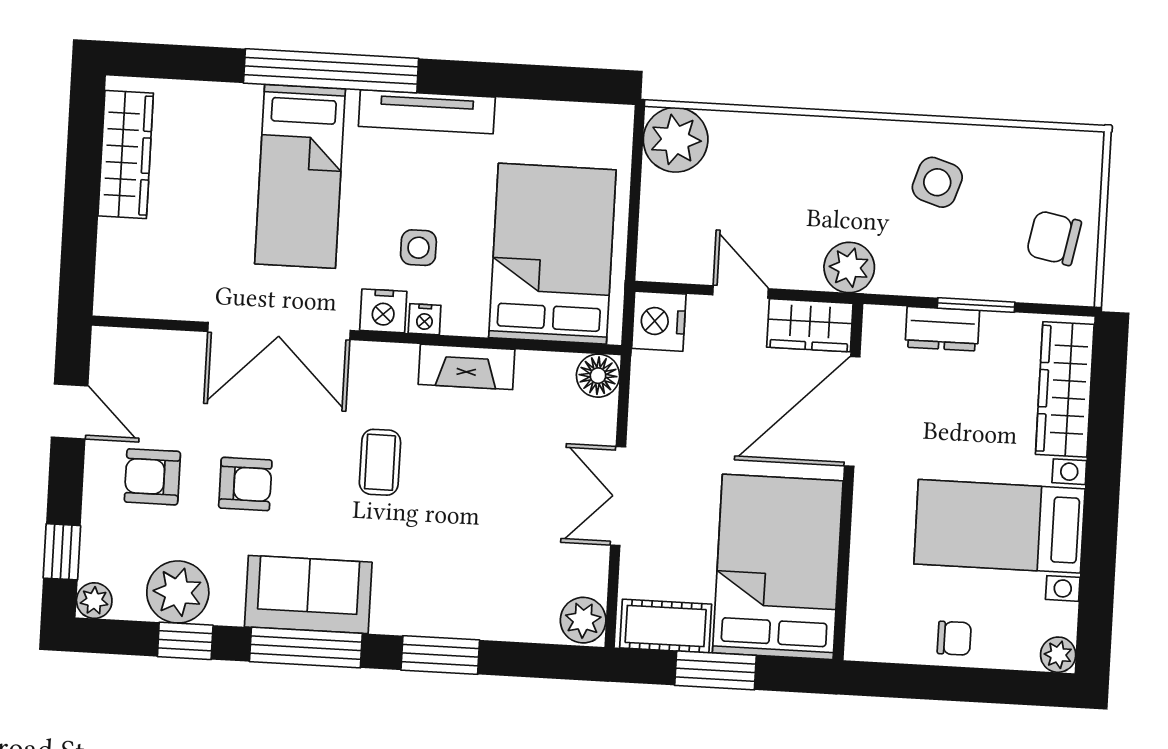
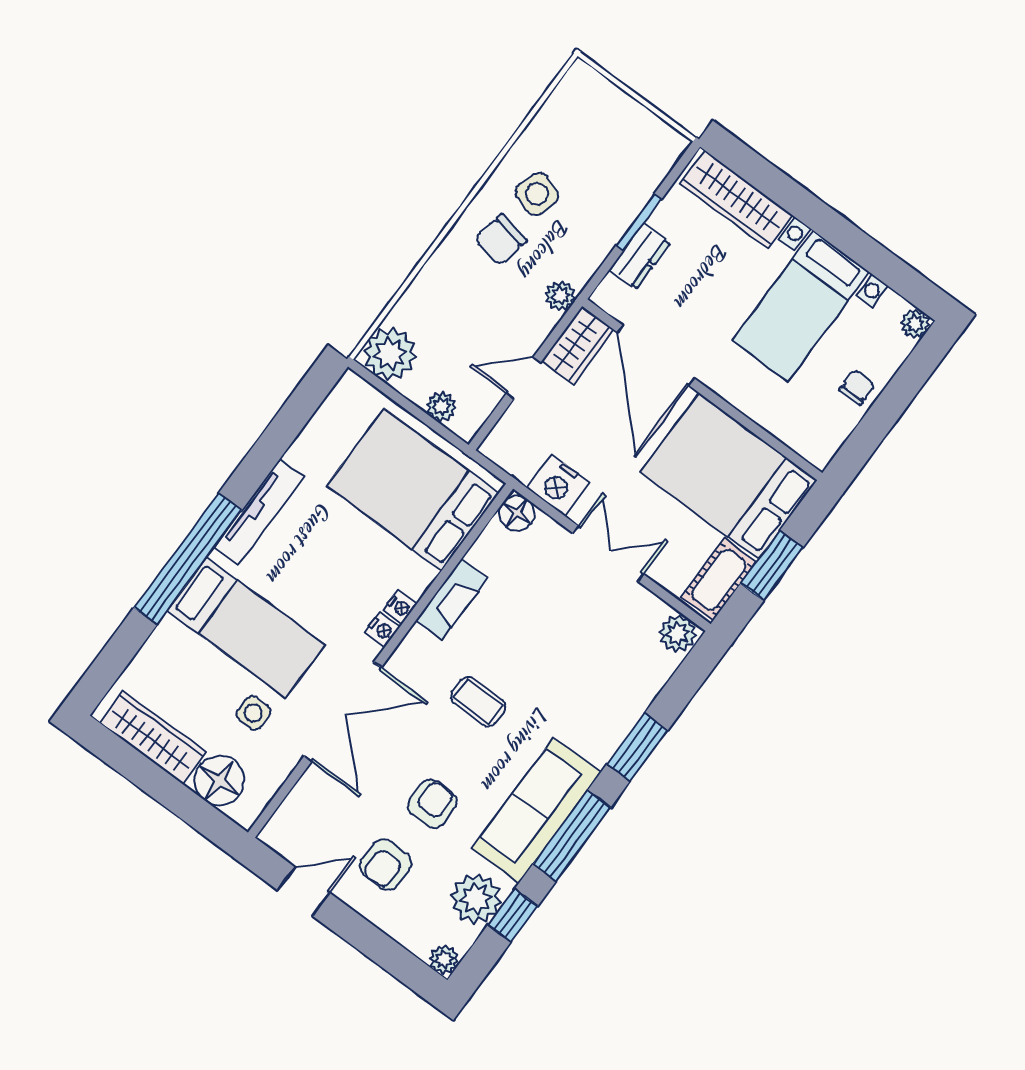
plant: (656, 227) -> (441, 407), added
chair: (1054, 238) -> (500, 240), moved
side table: (418, 248) -> (254, 713), moved
floor lamp: (126, 251) -> (219, 781), added
plant: (849, 267) -> (560, 296), width x0.73, depth x0.73
nightstand: (383, 311) -> (382, 630), width x0.72, depth x0.74
nightstand: (659, 321) -> (558, 485), moved
double door: (618, 496) -> (608, 554), swing flipped
window: (62, 552) -> (396, 960), removed
sofa: (308, 595) -> (536, 810), width x1.36

